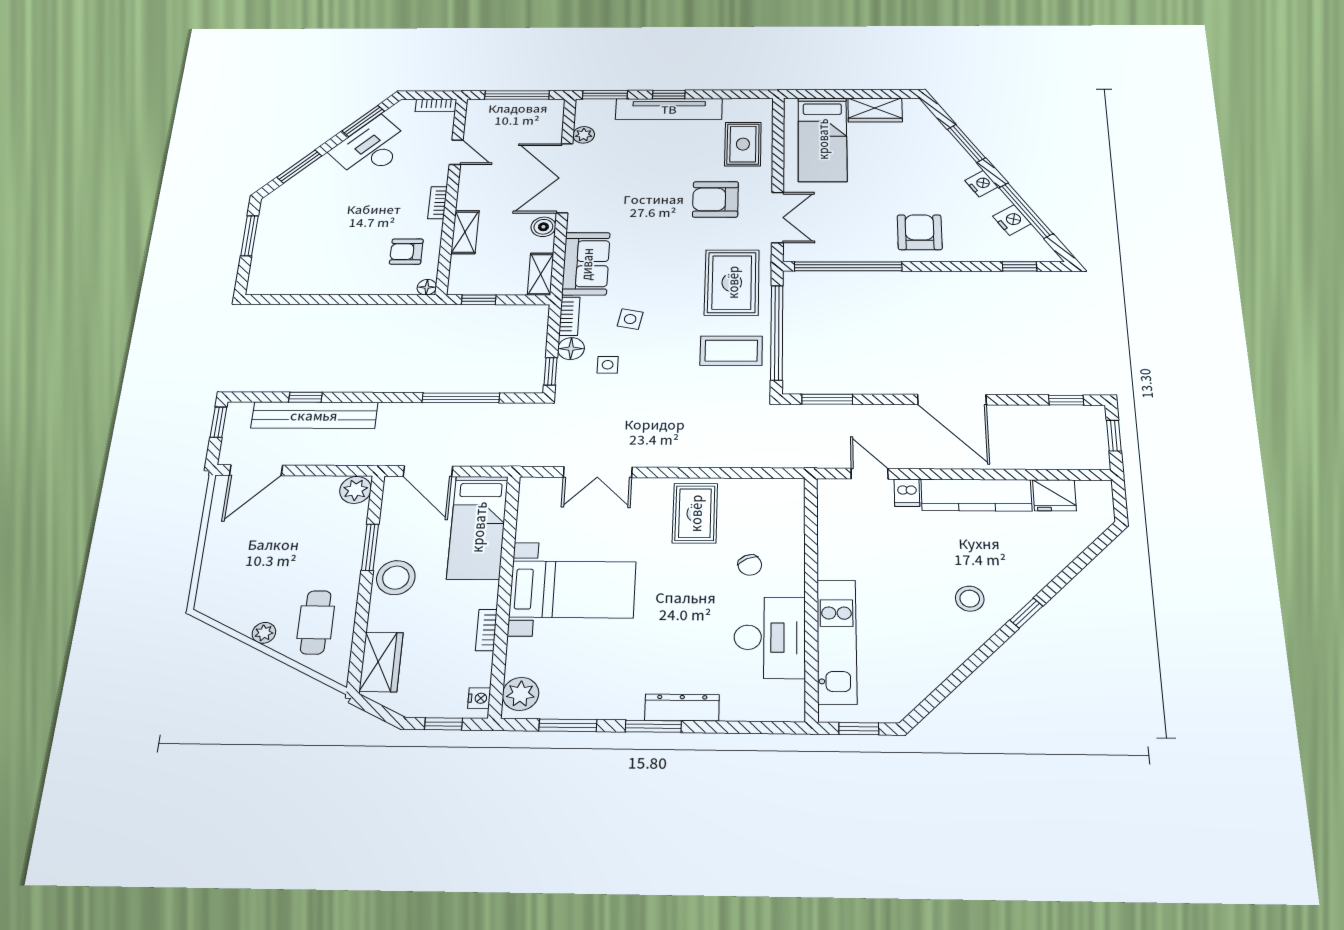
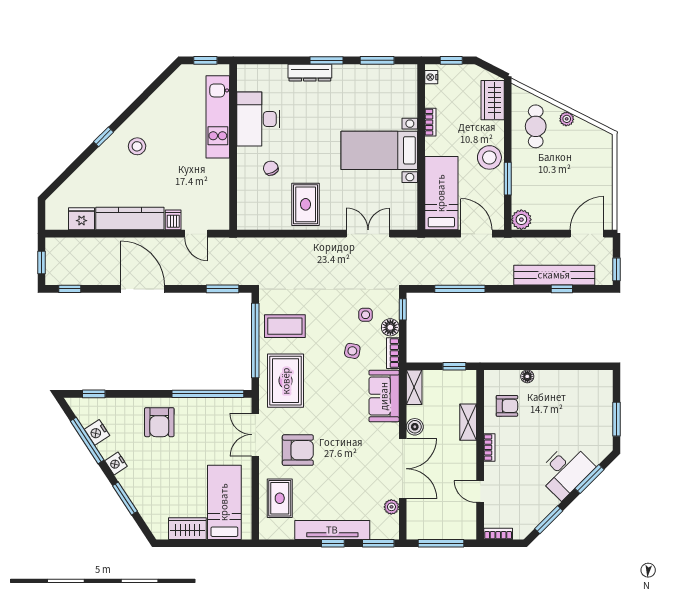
desk: (371, 148) -> (565, 471), moved
floor lamp: (427, 287) -> (527, 376), moved
plant: (521, 694) -> (407, 80), removed

